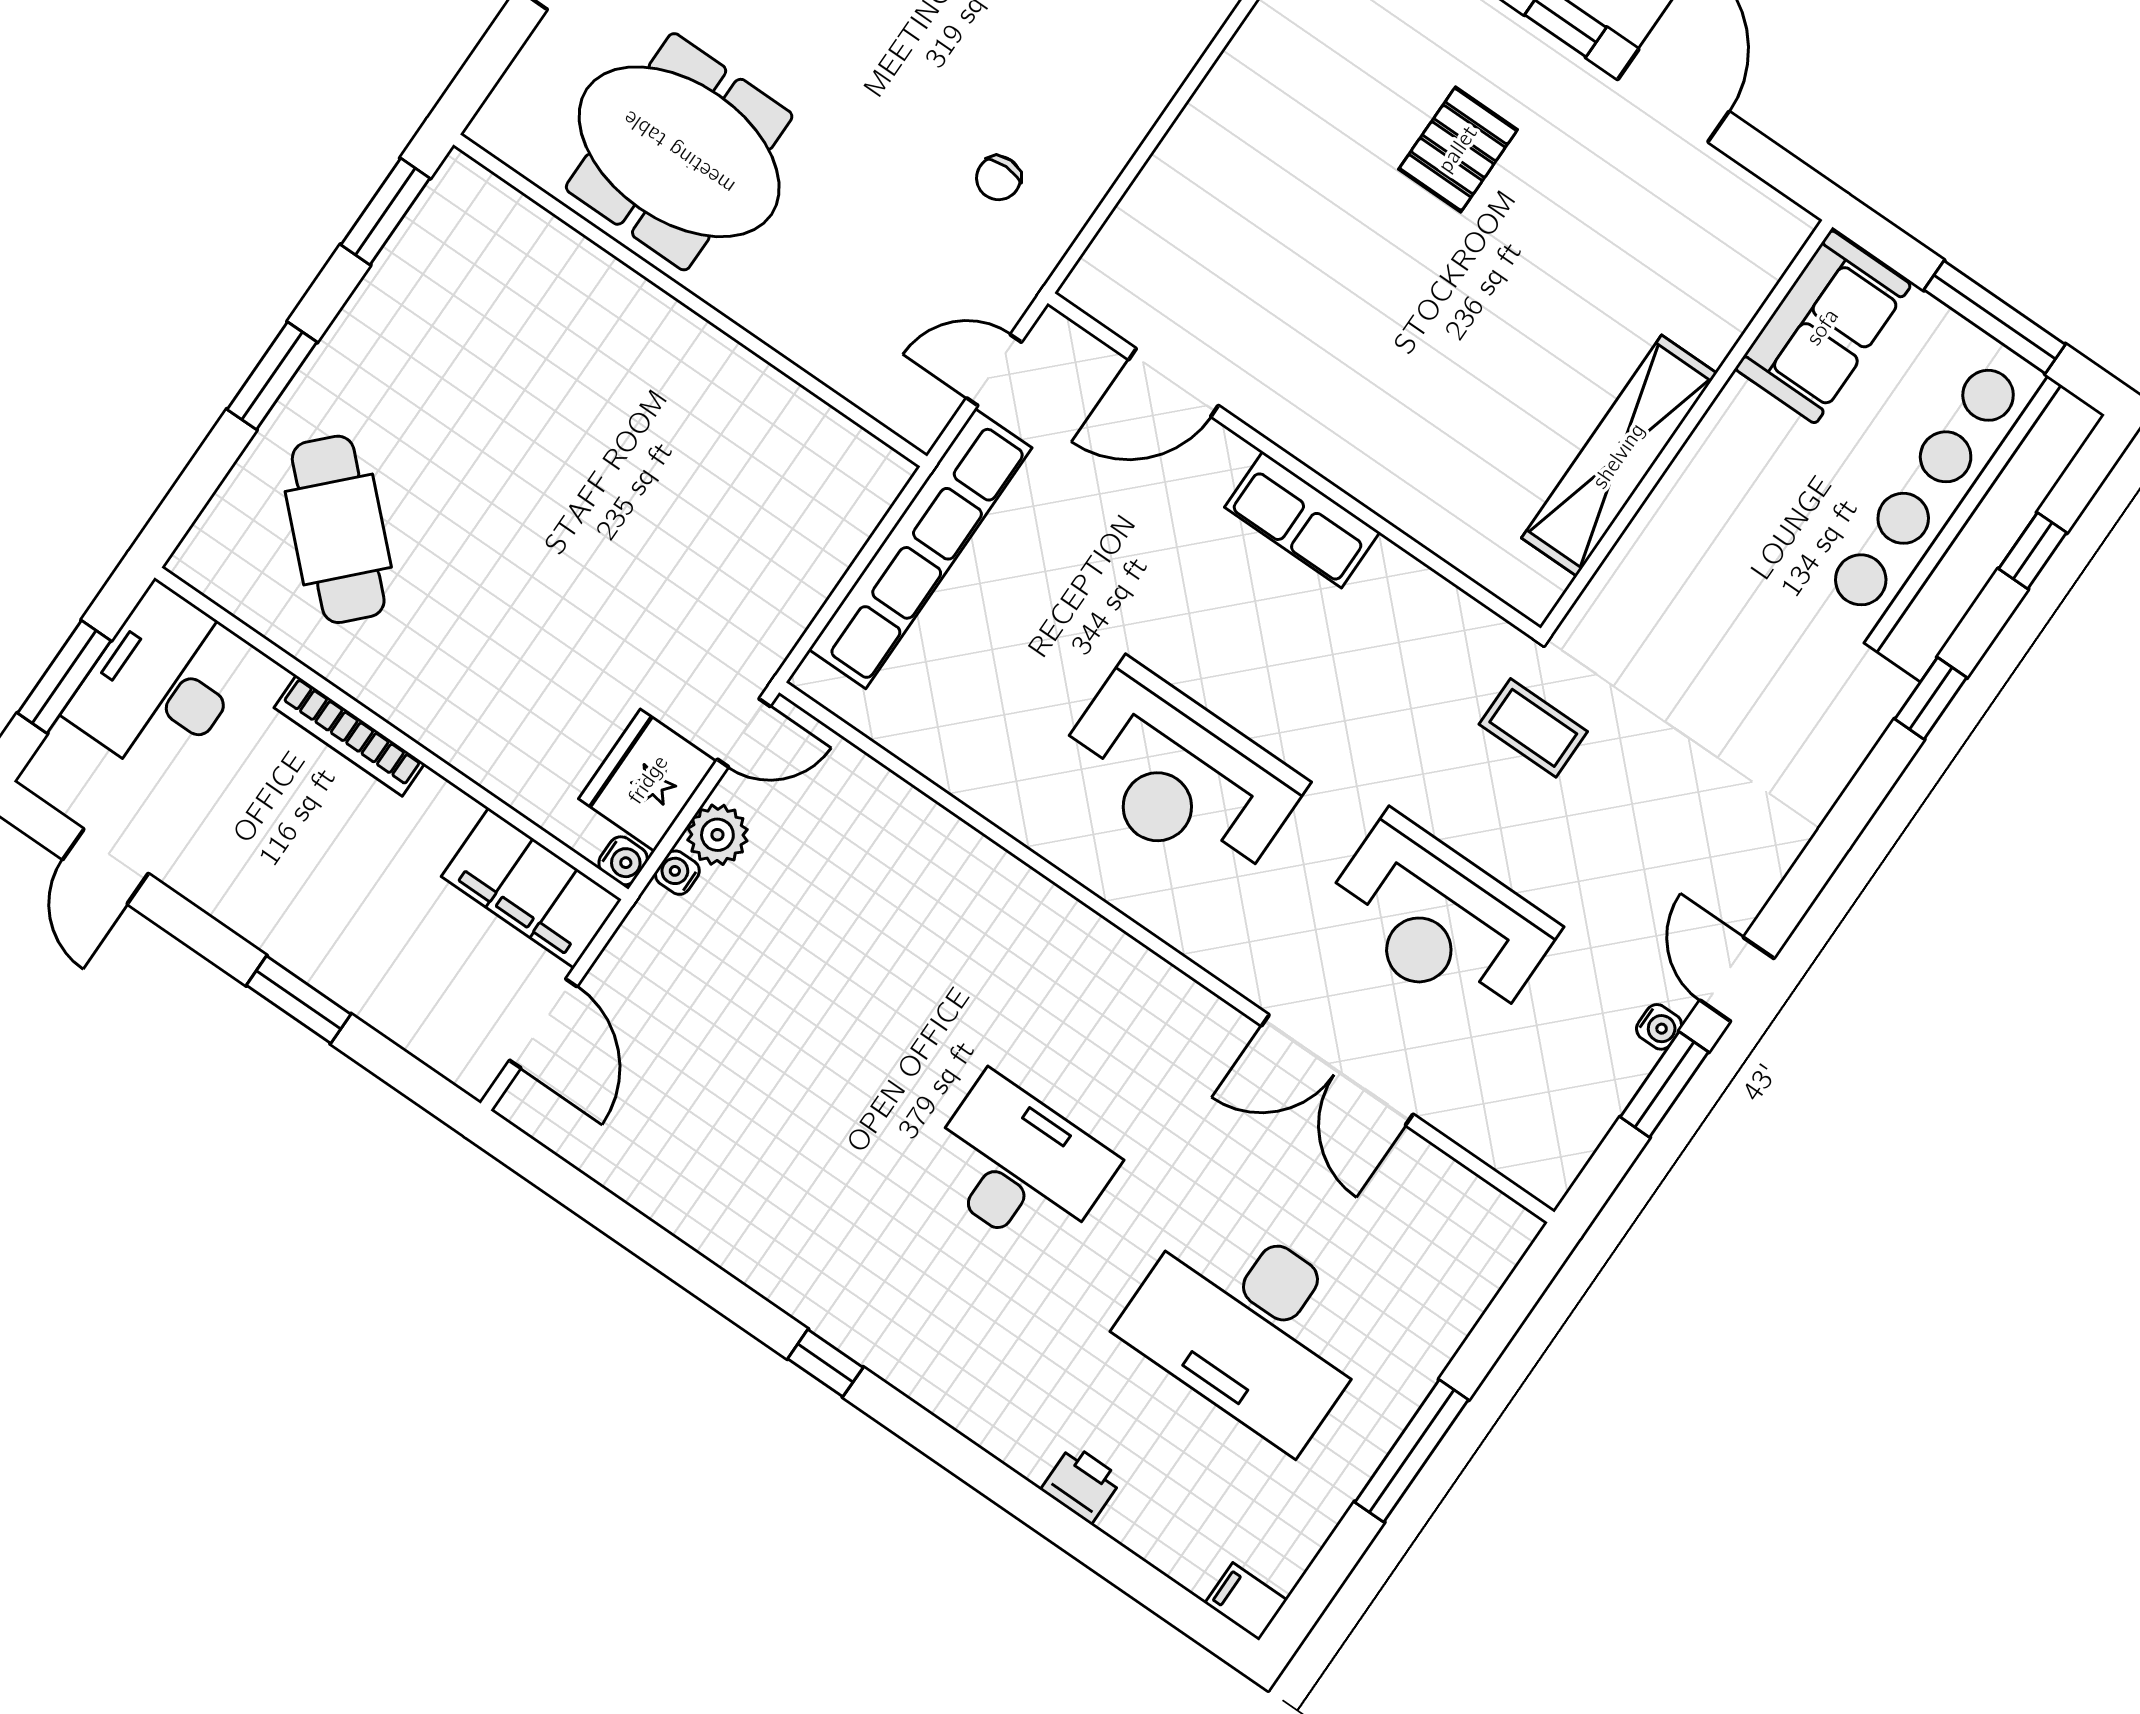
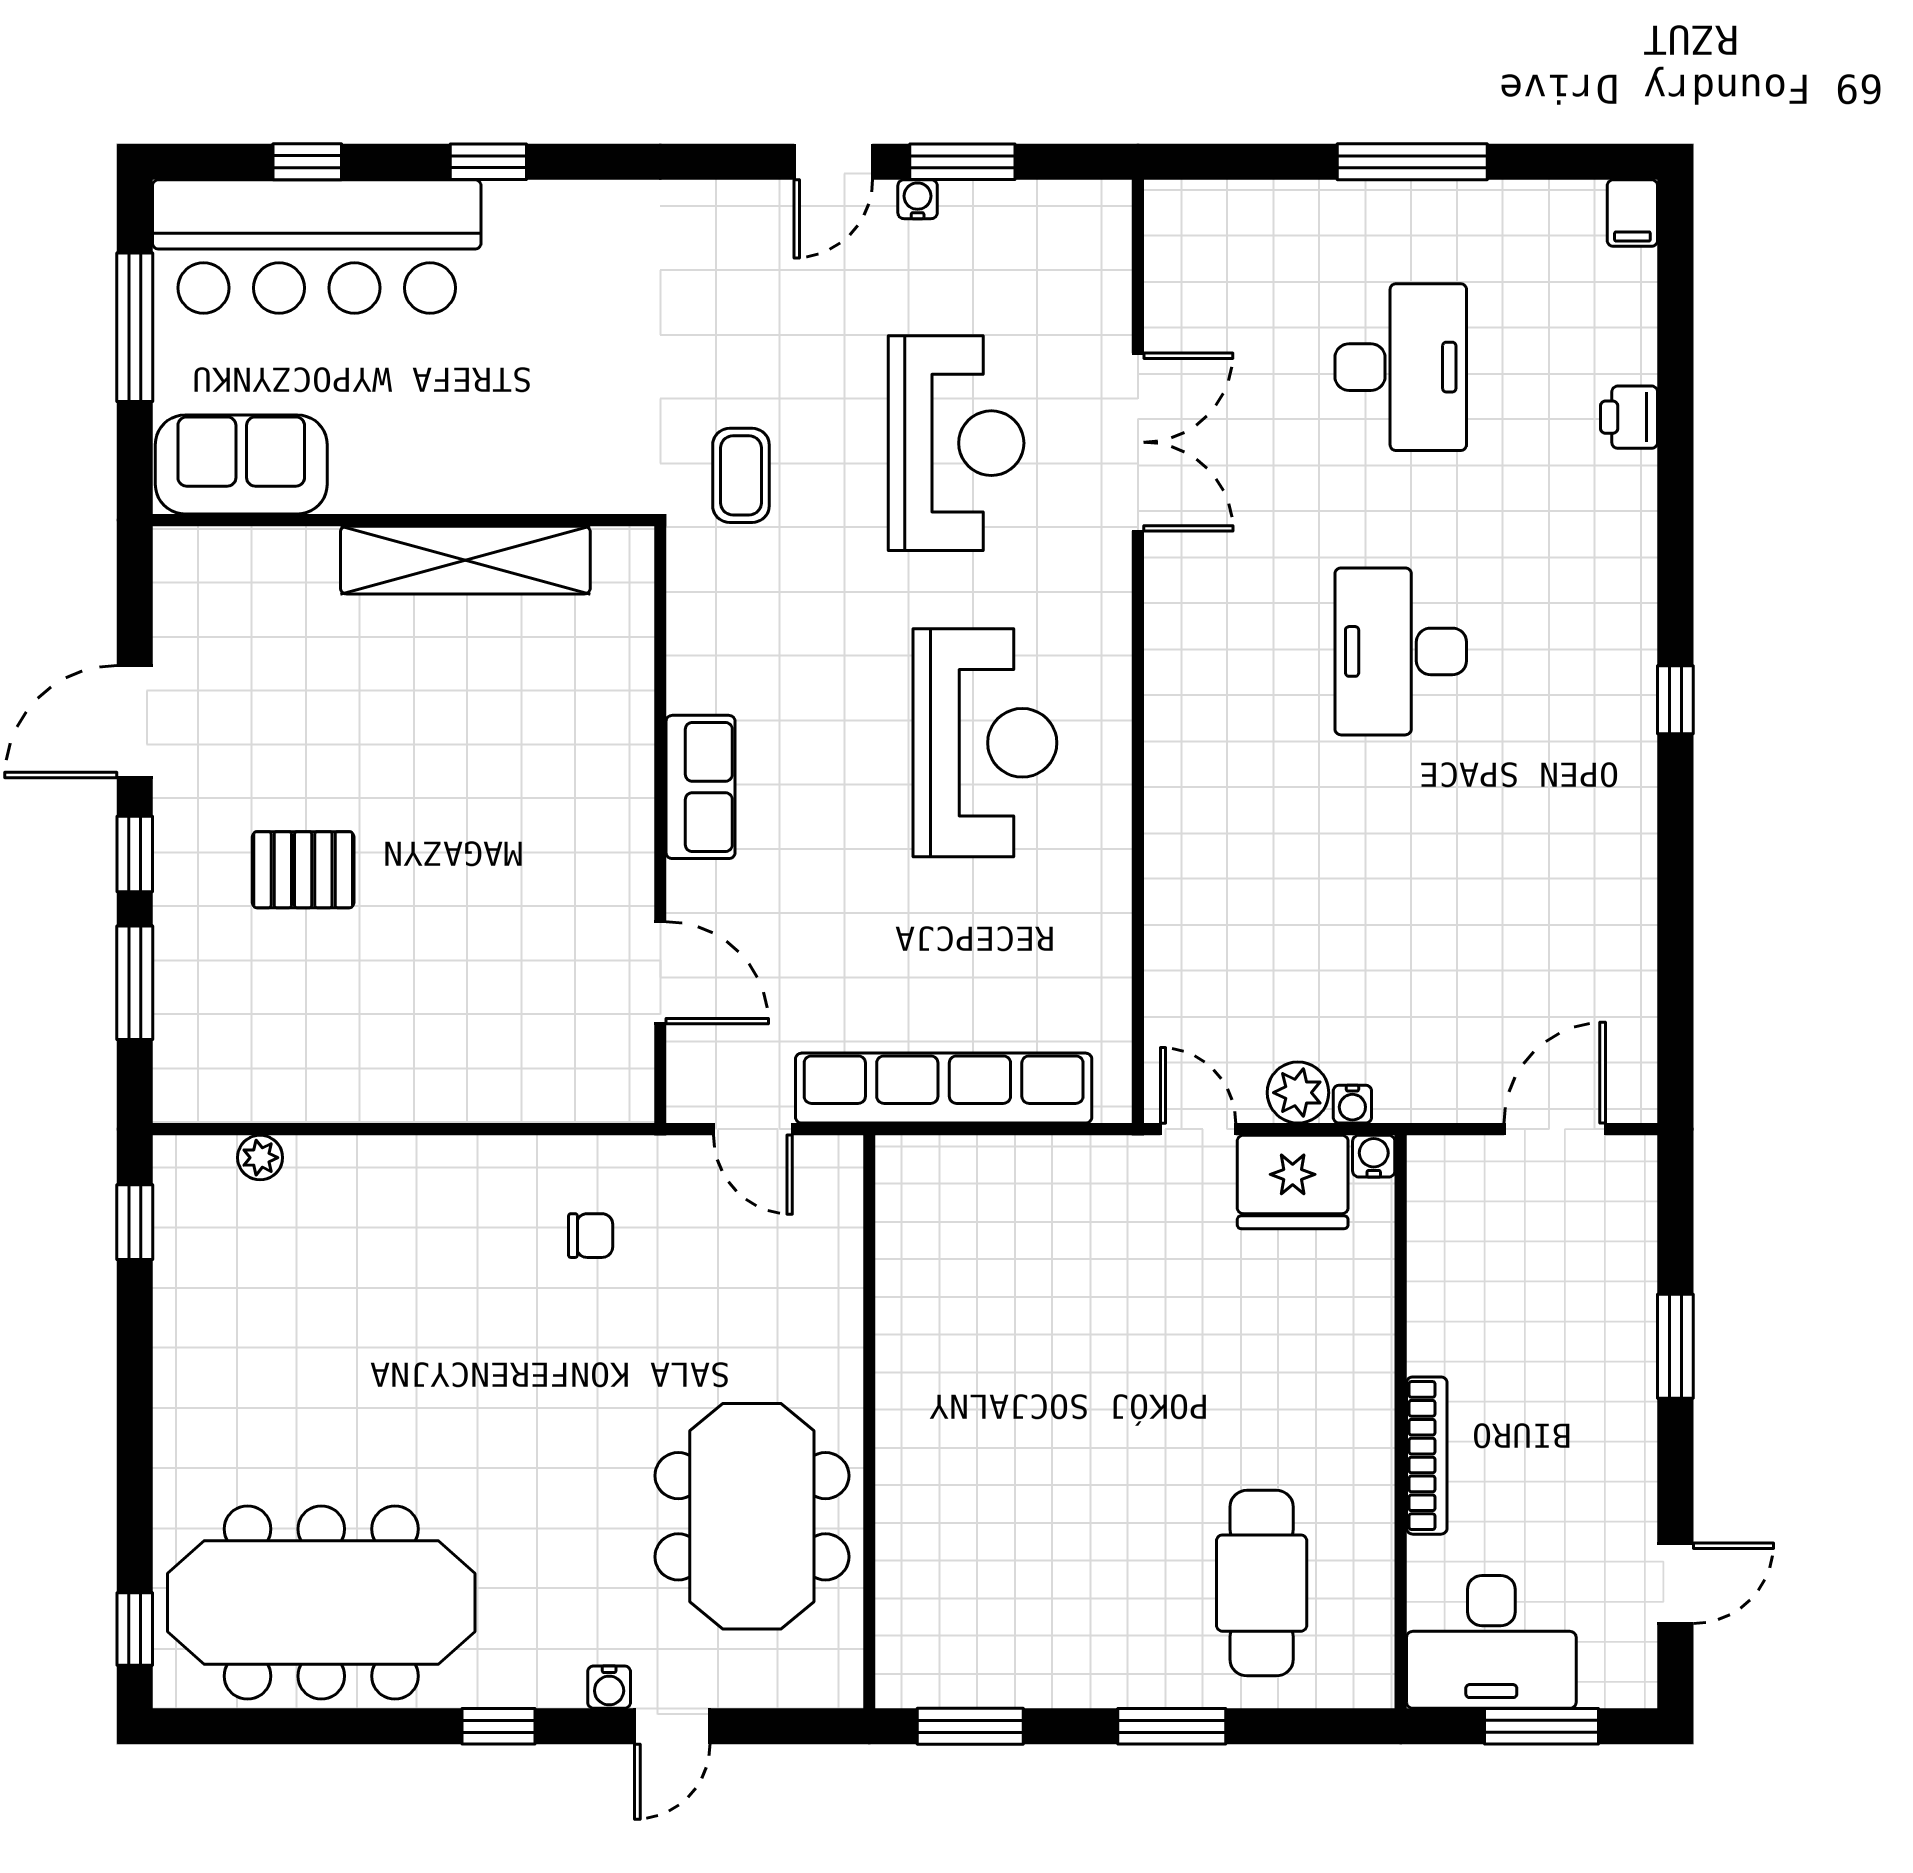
cafe table: (338, 529) -> (1262, 1583), turned -44
filing cabinet: (531, 888) -> (1449, 1217), removed
desk: (1251, 1326) -> (1401, 367), width x0.73, depth x0.77

